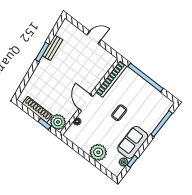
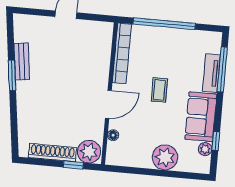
door: (86, 103) -> (108, 104), swing flipped
tv unit: (154, 122) -> (211, 73), added

